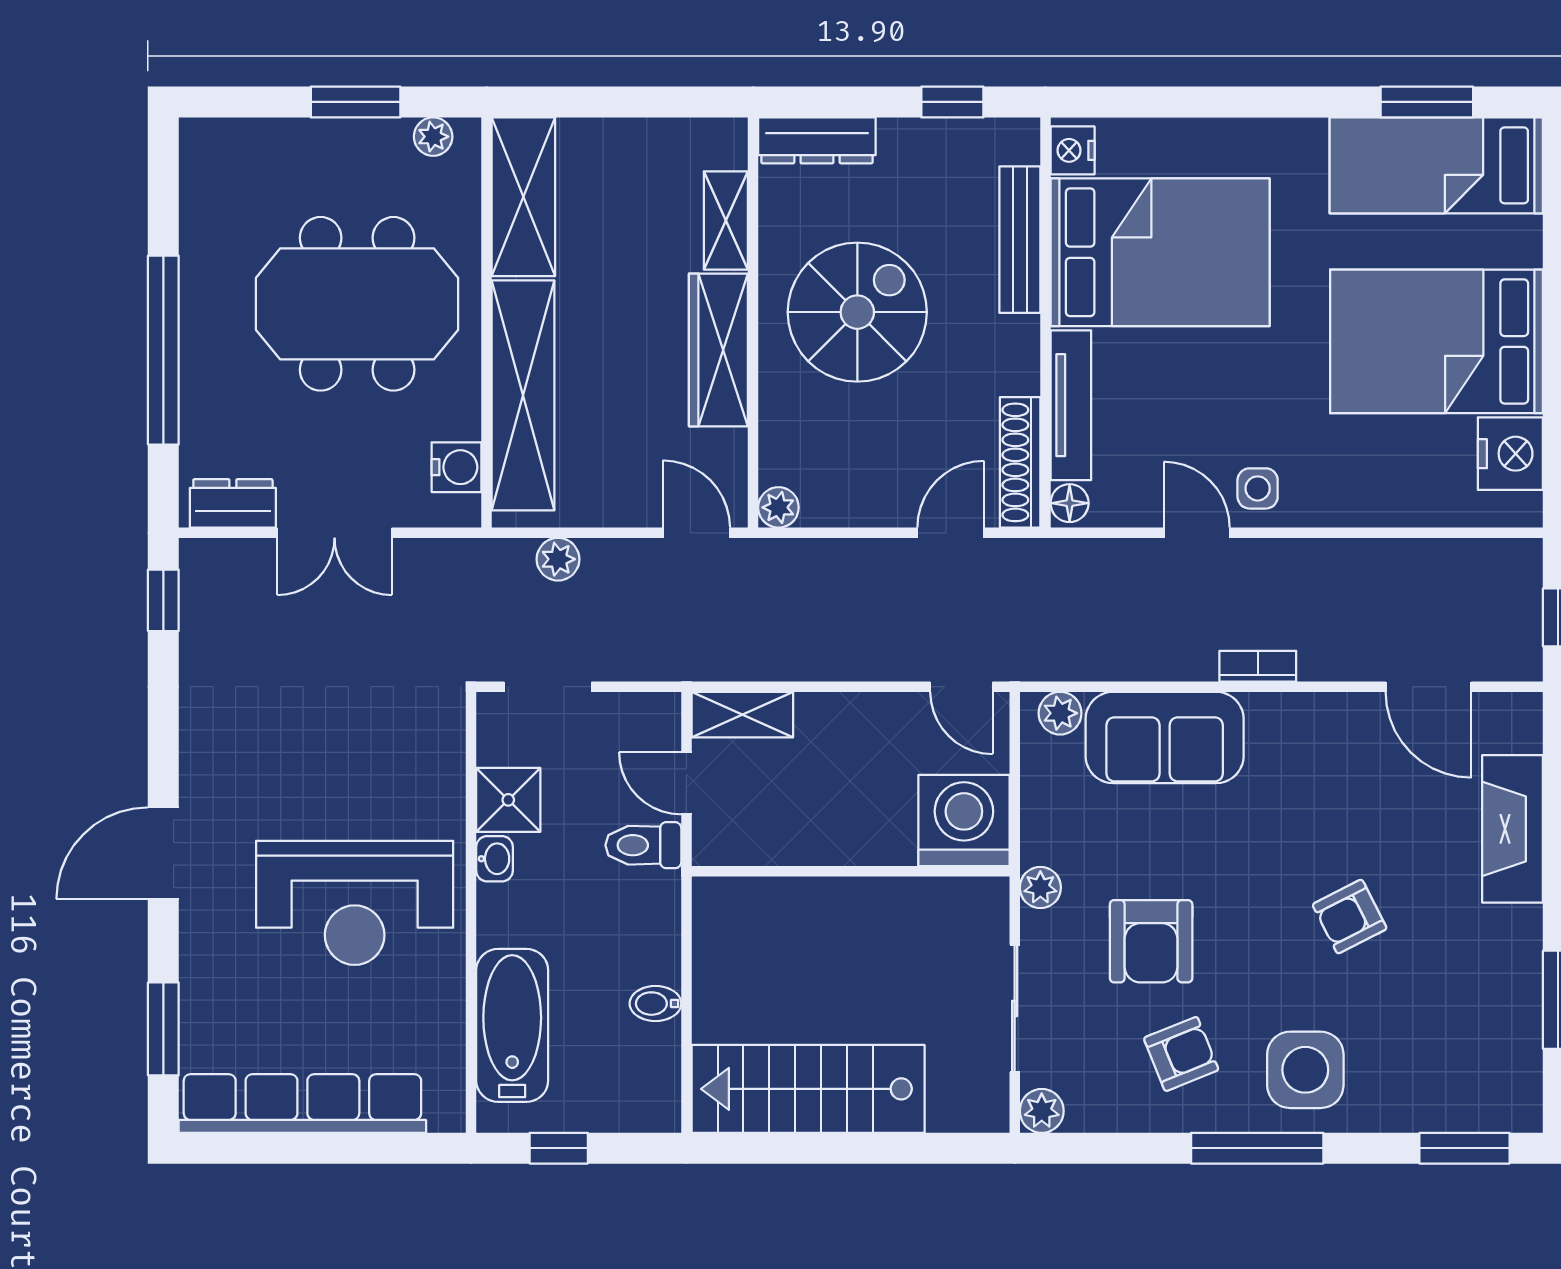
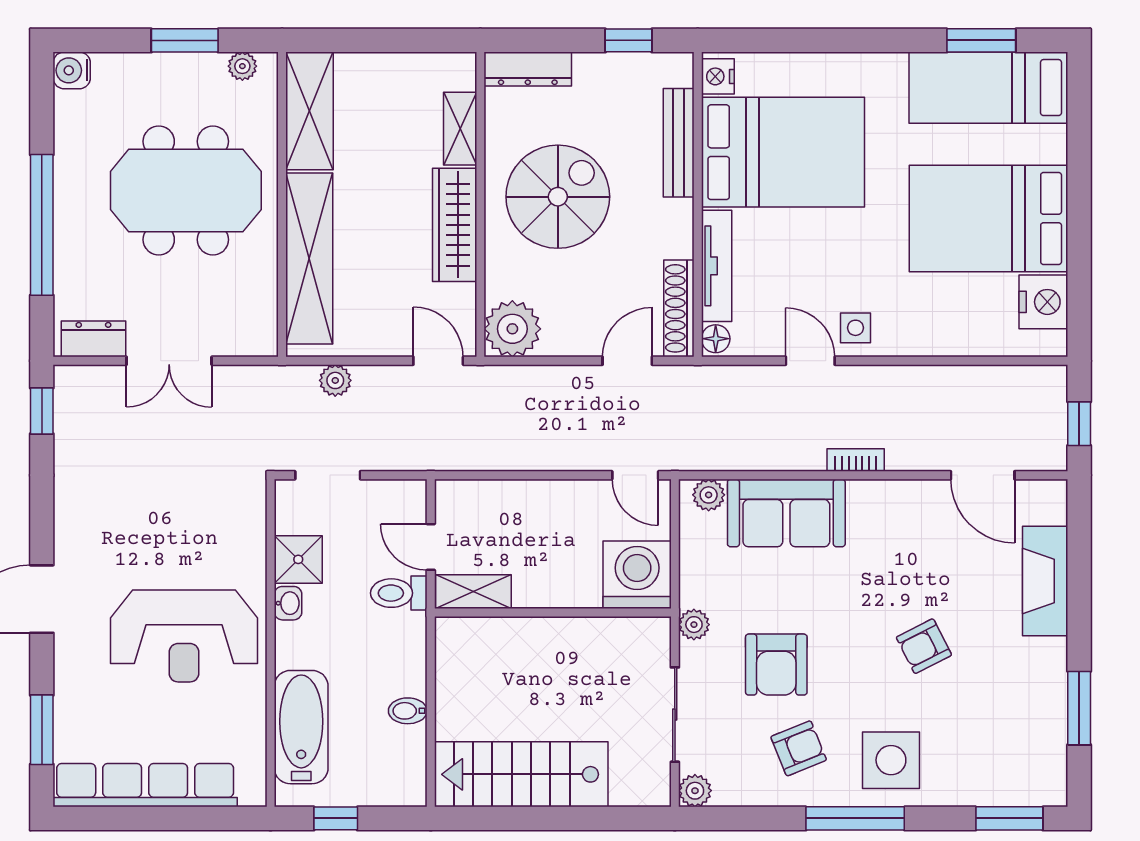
water cooler: (456, 467) -> (72, 70), moved, turned 180
plant: (778, 507) -> (512, 329), width x1.87, depth x1.87
shelving: (742, 715) -> (473, 592), moved

